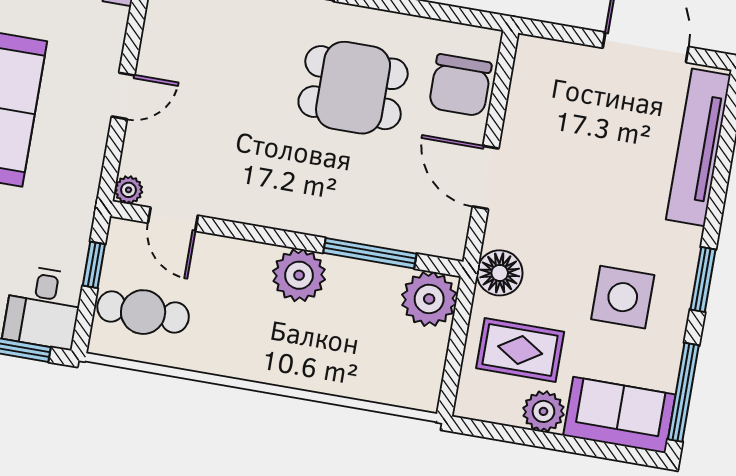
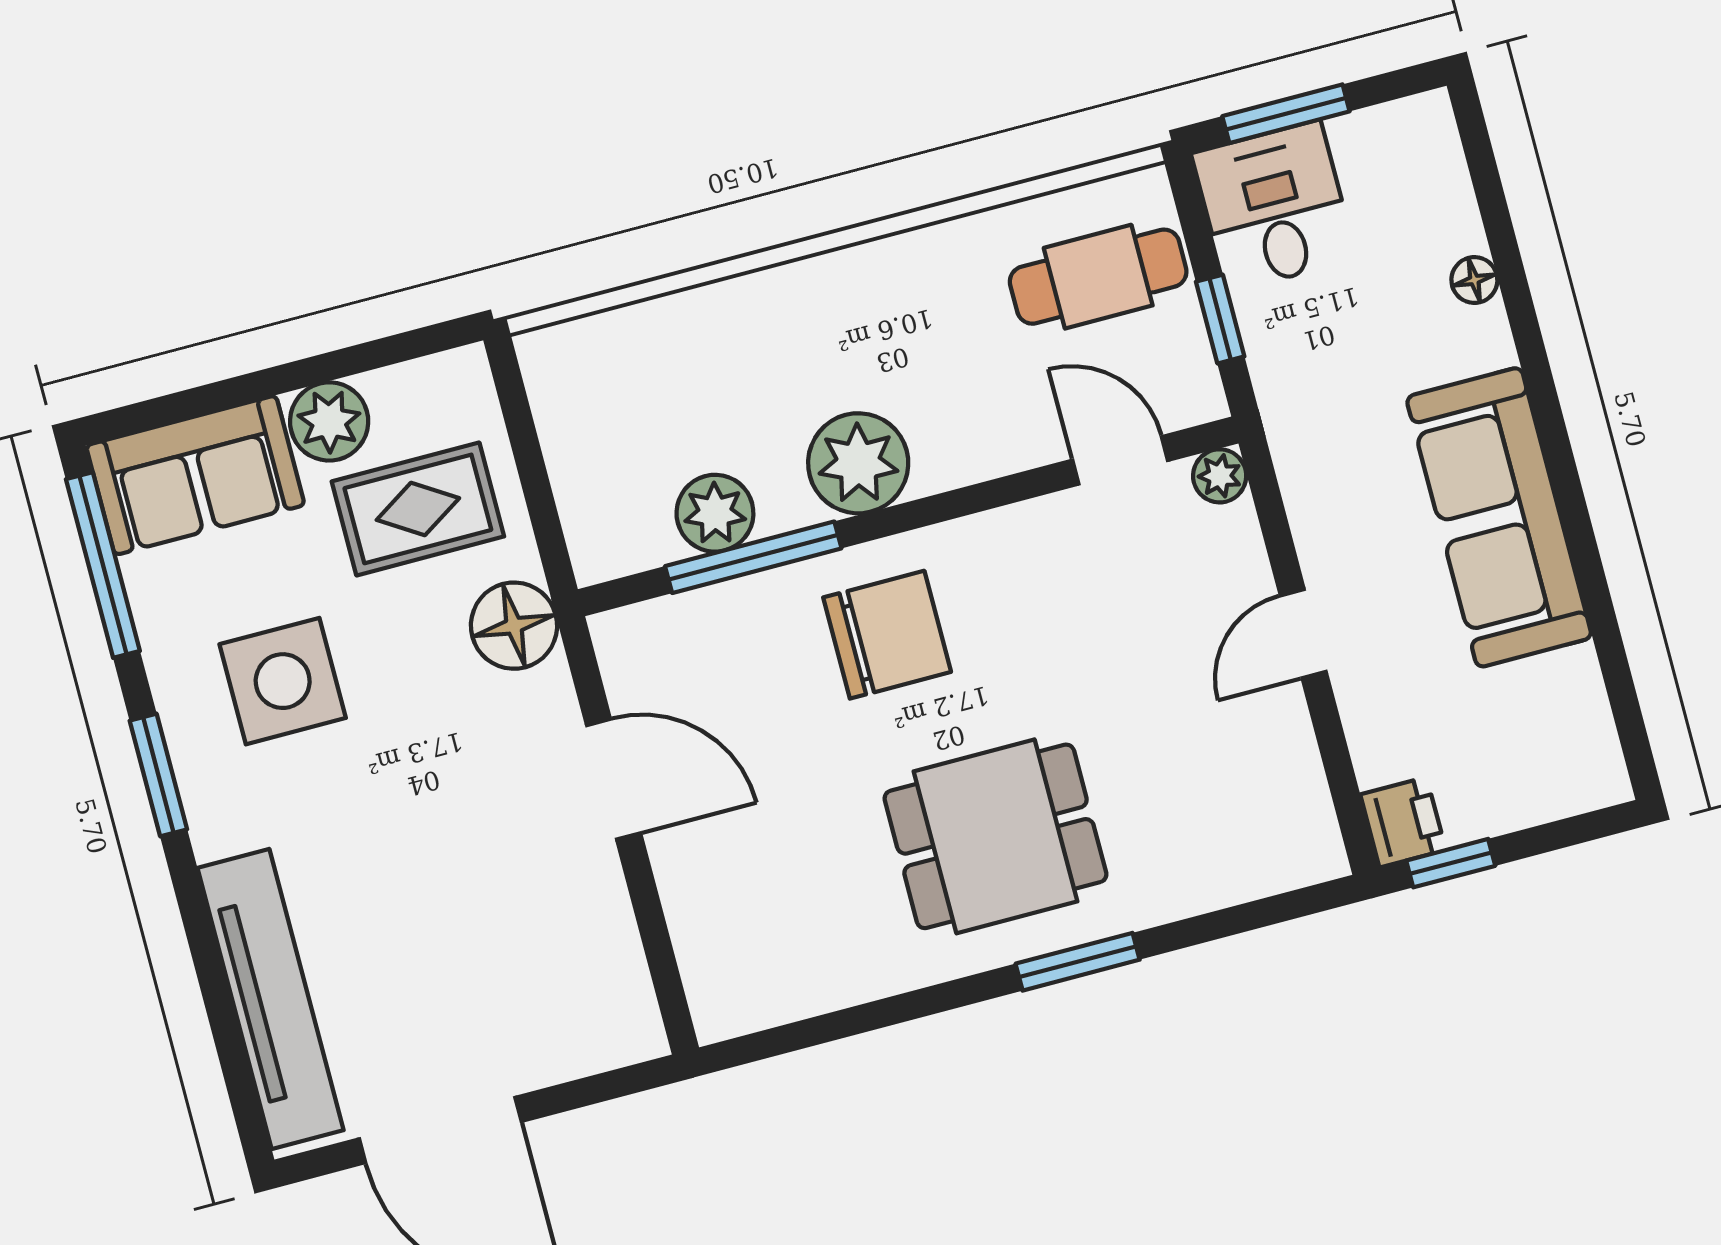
chair: (460, 85) -> (887, 635), moved, turned 90
dining table: (353, 88) -> (995, 836), moved
plant: (429, 299) -> (715, 513), moved, width x0.73, depth x0.73

